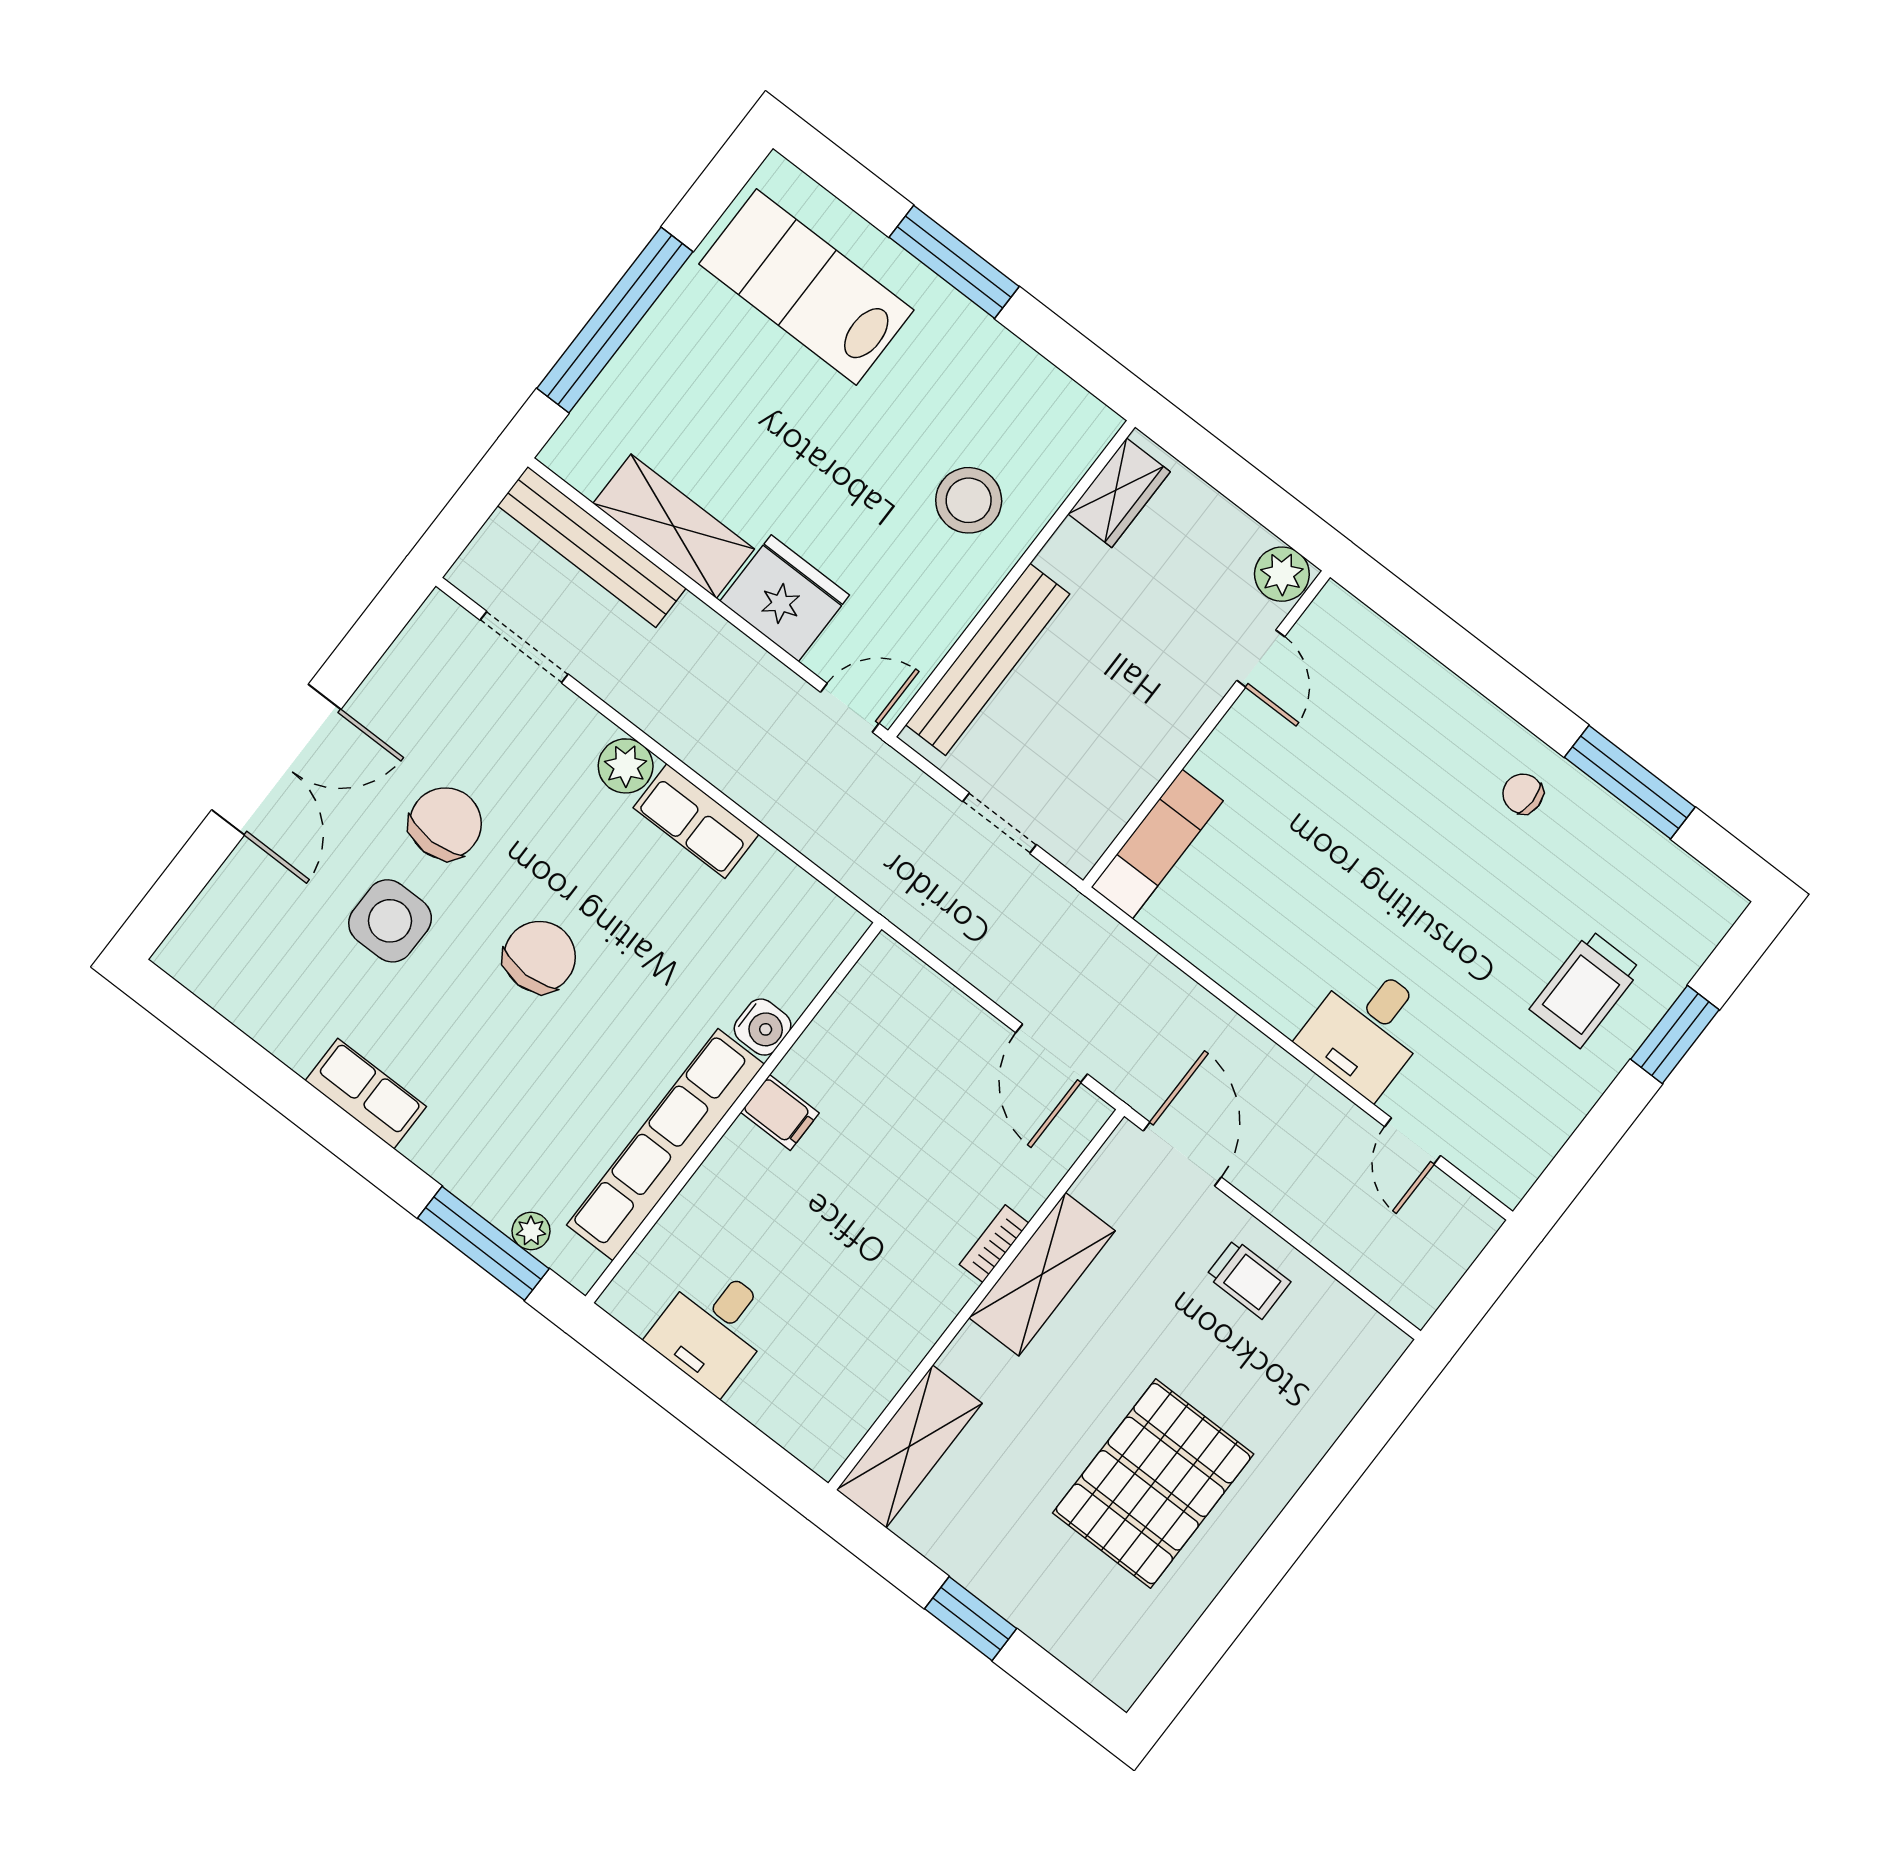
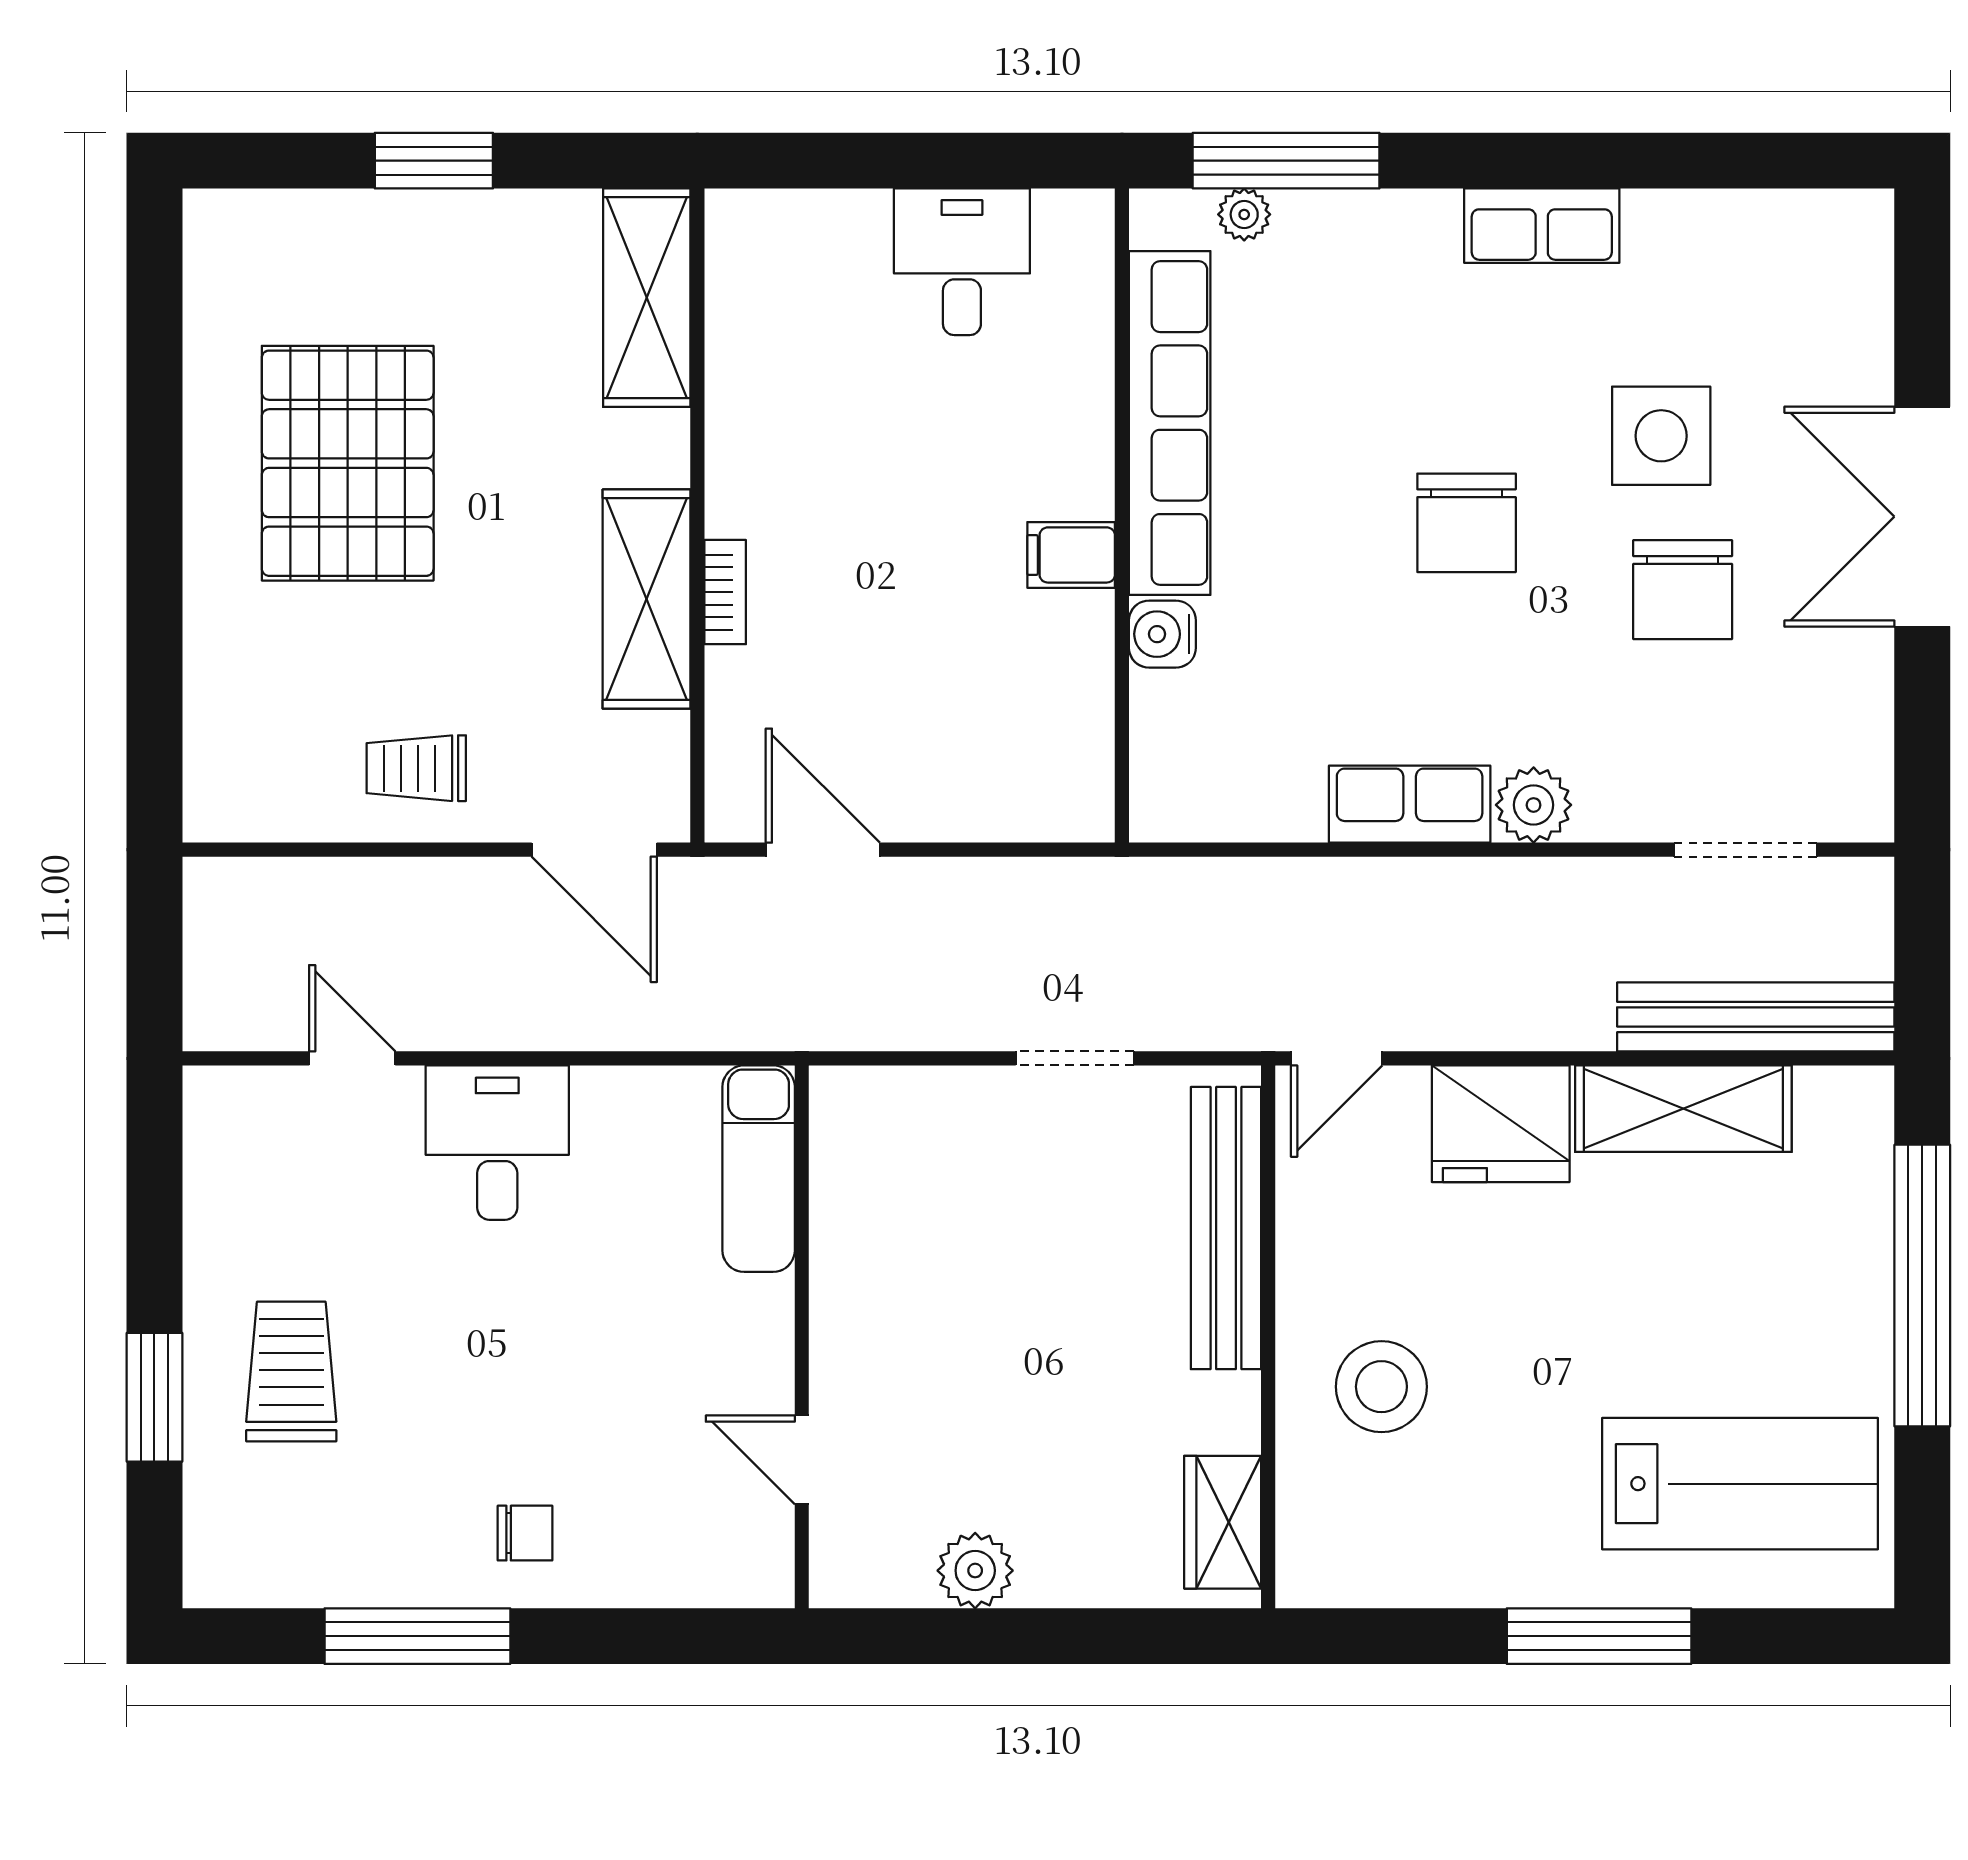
door: (1261, 659) -> (802, 1460), moved
wall: (1207, 729) -> (802, 1337), moved
exam couch: (1157, 844) -> (759, 1169), moved

